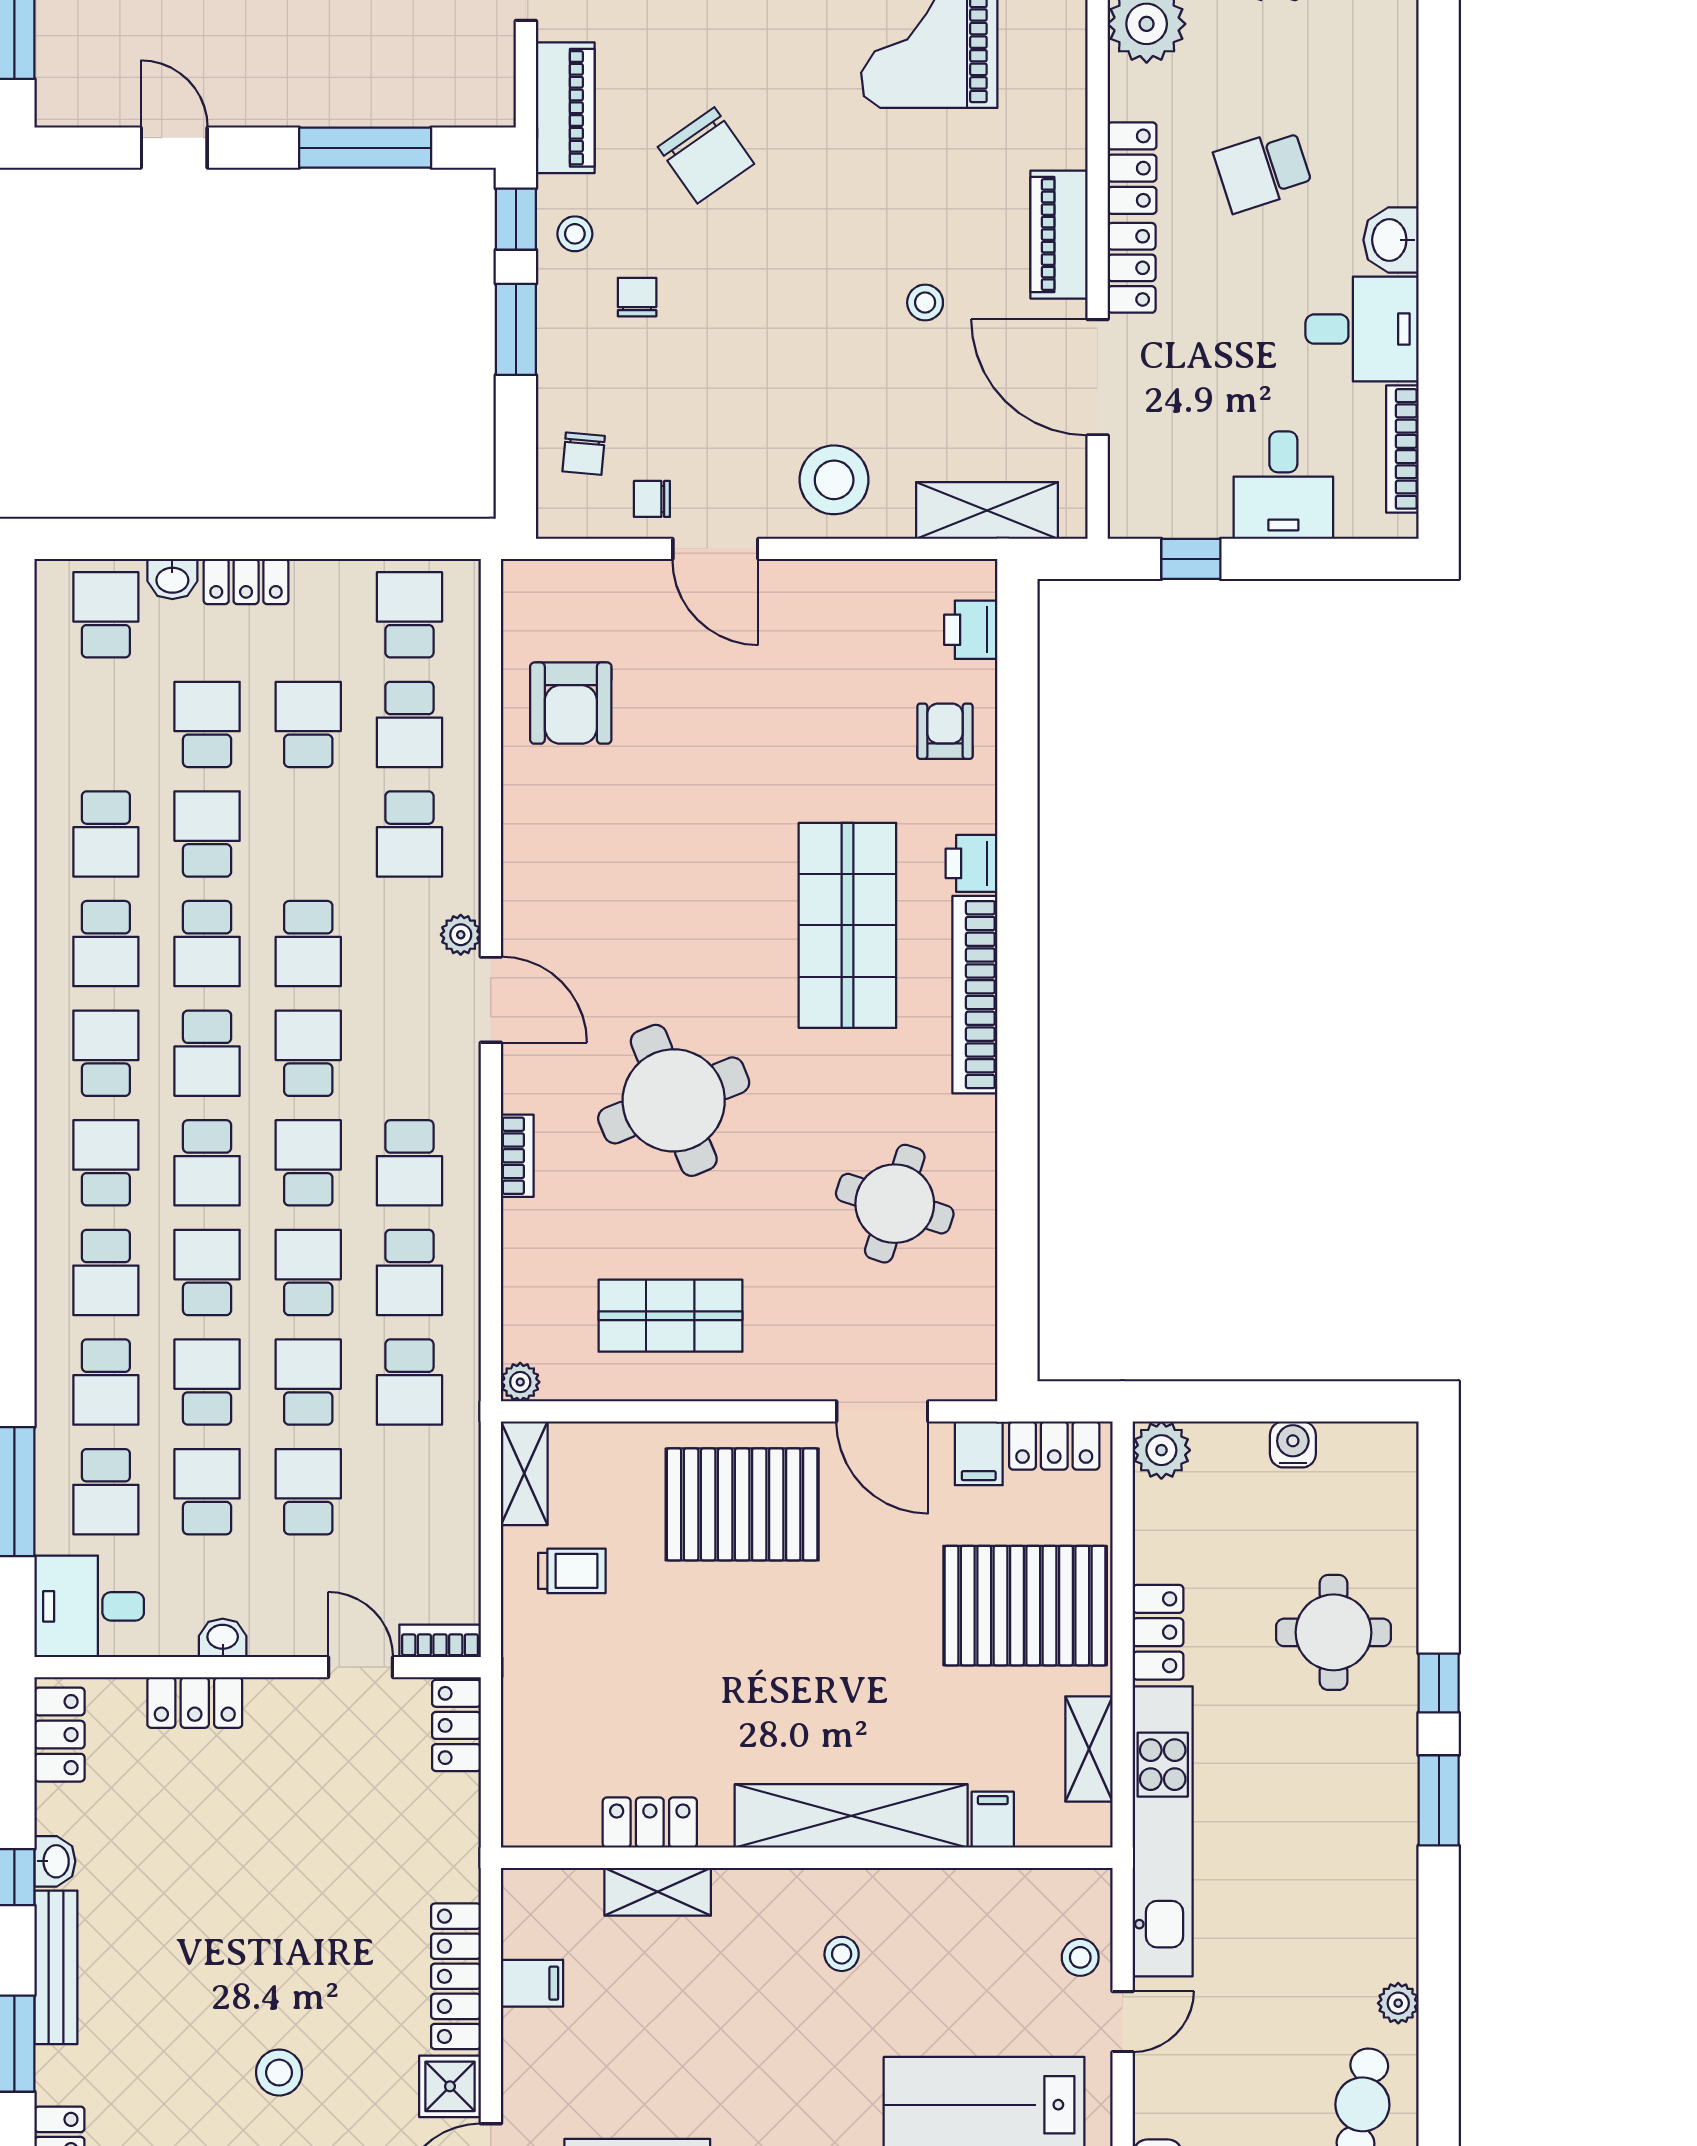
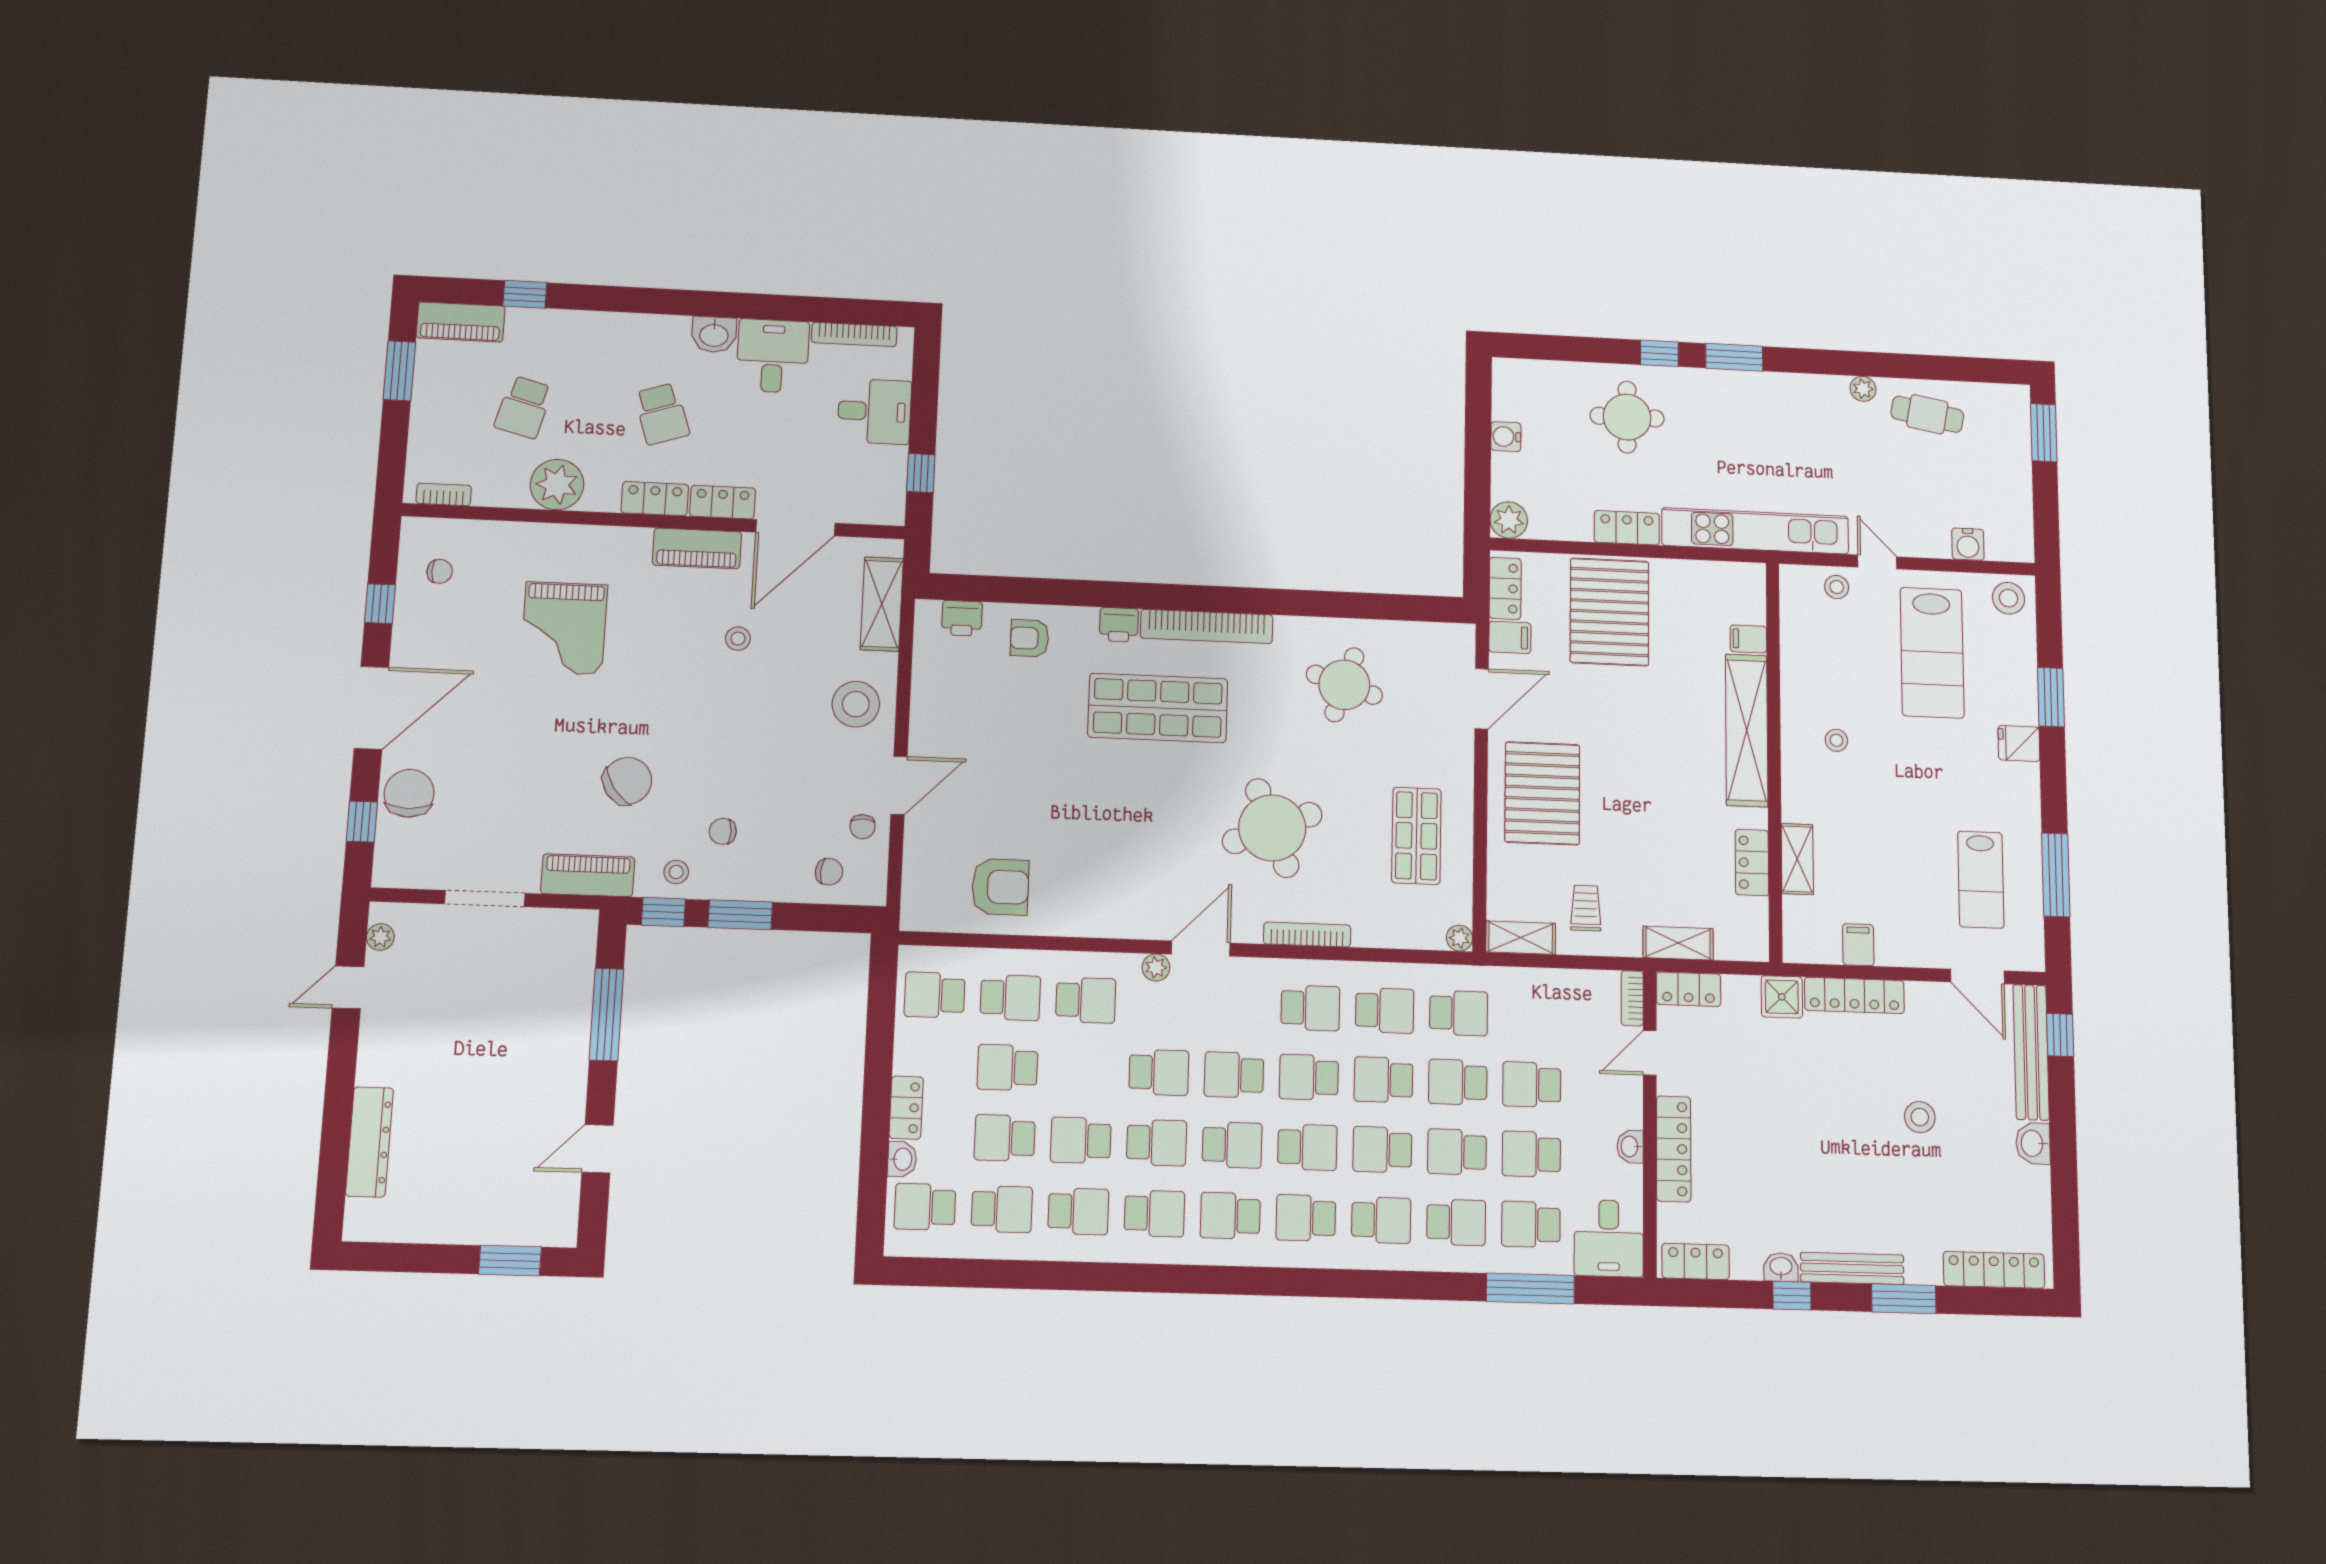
school desk: (106, 724) -> (1002, 1209), added
bookcase: (517, 1156) -> (1307, 934), width x1.56
school desk: (106, 1492) -> (1531, 1224), turned 180
locker: (195, 1703) -> (1674, 1149), width x1.53
shelving: (1089, 1749) -> (1678, 943), moved
shower: (450, 2086) -> (1782, 997), moved

